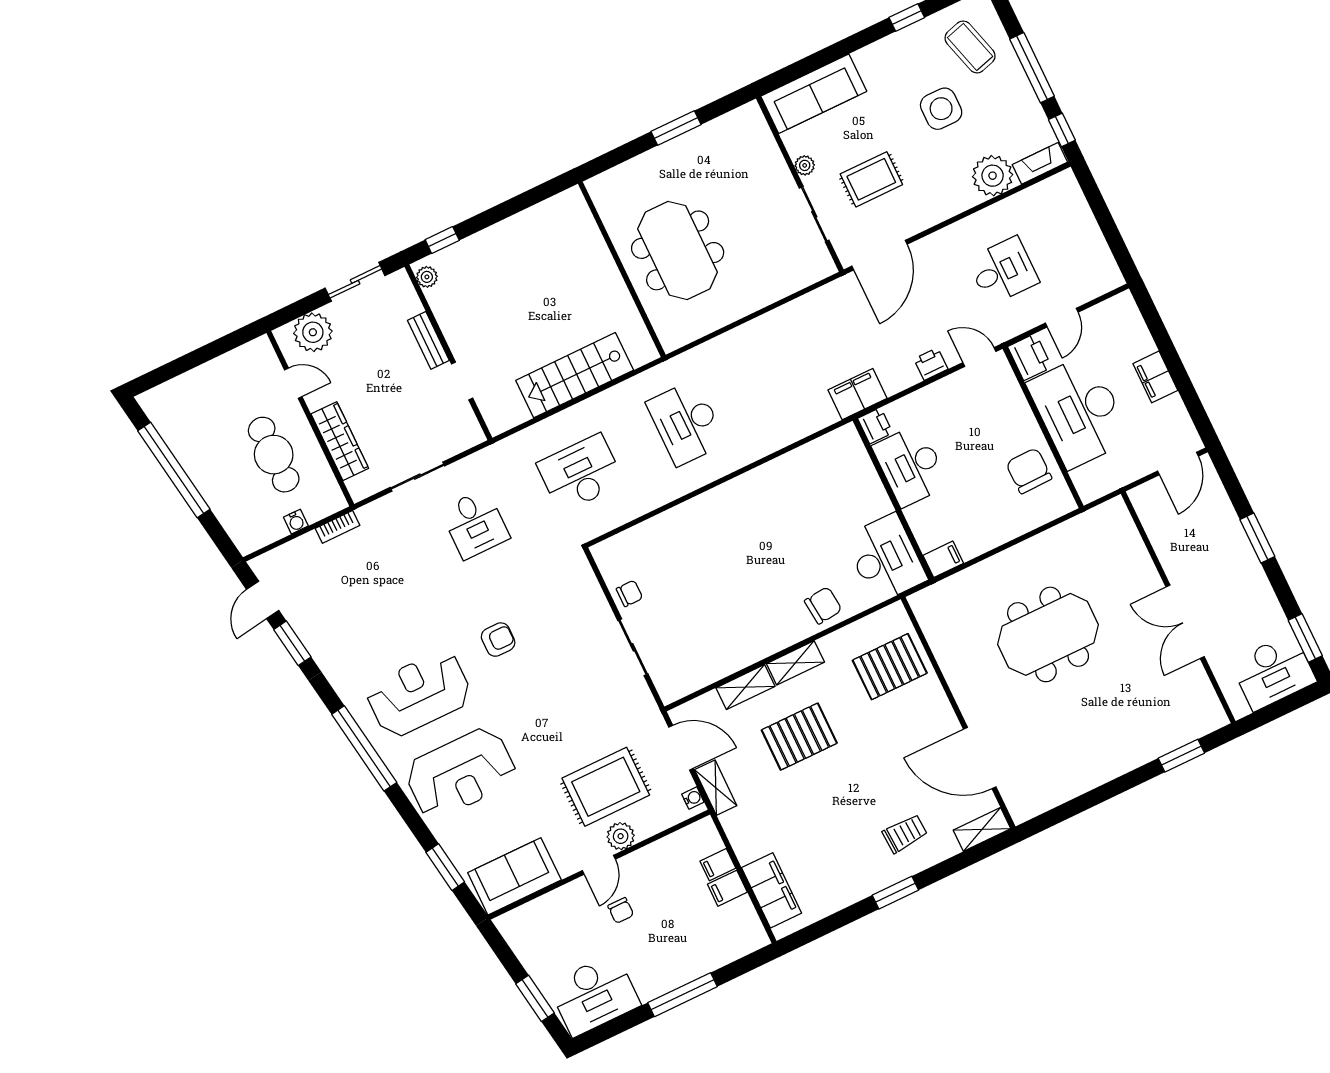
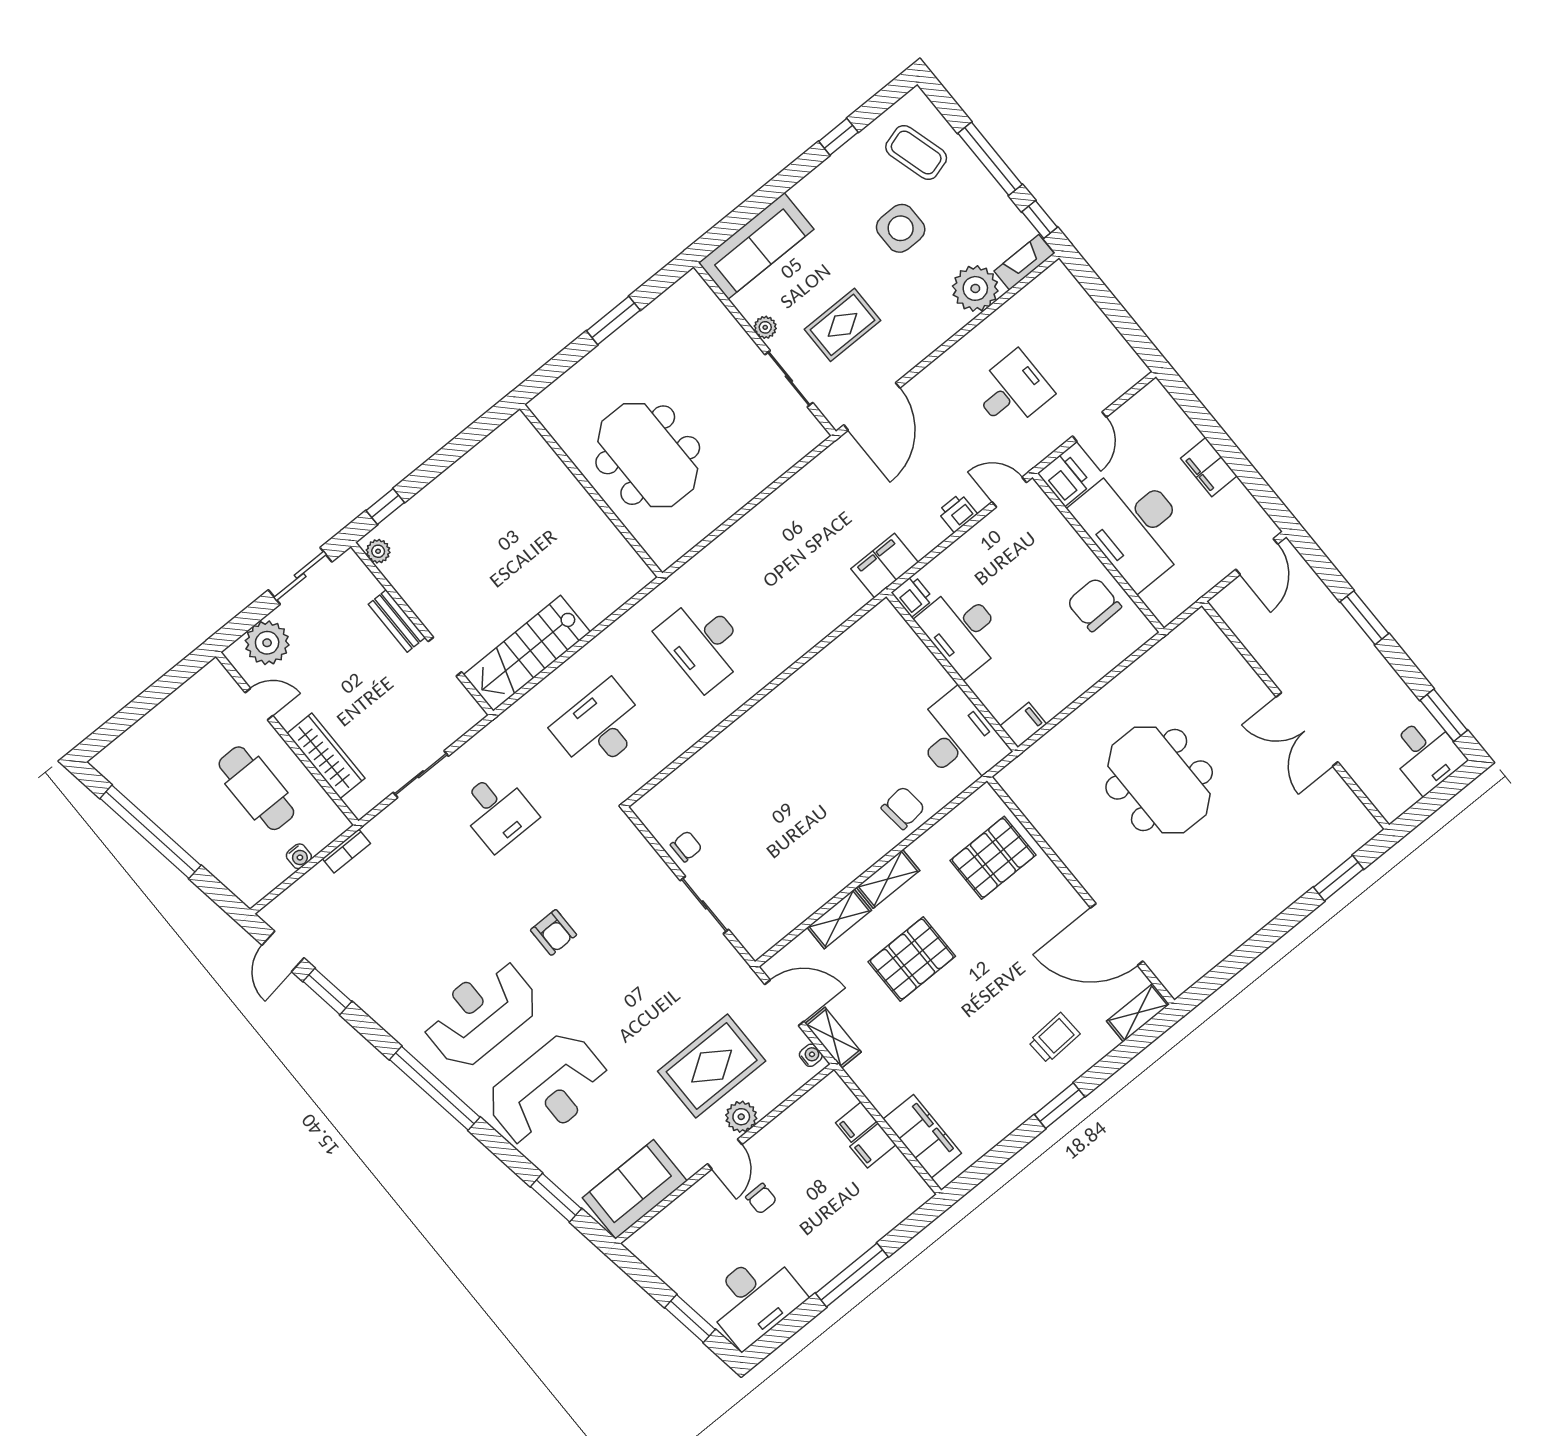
stairs: (575, 375) -> (527, 653), moved
meeting table: (1048, 634) -> (1159, 780), turned 90
armchair: (498, 640) -> (554, 932), turned 90
desk: (1273, 672) -> (1426, 754), width x0.73

